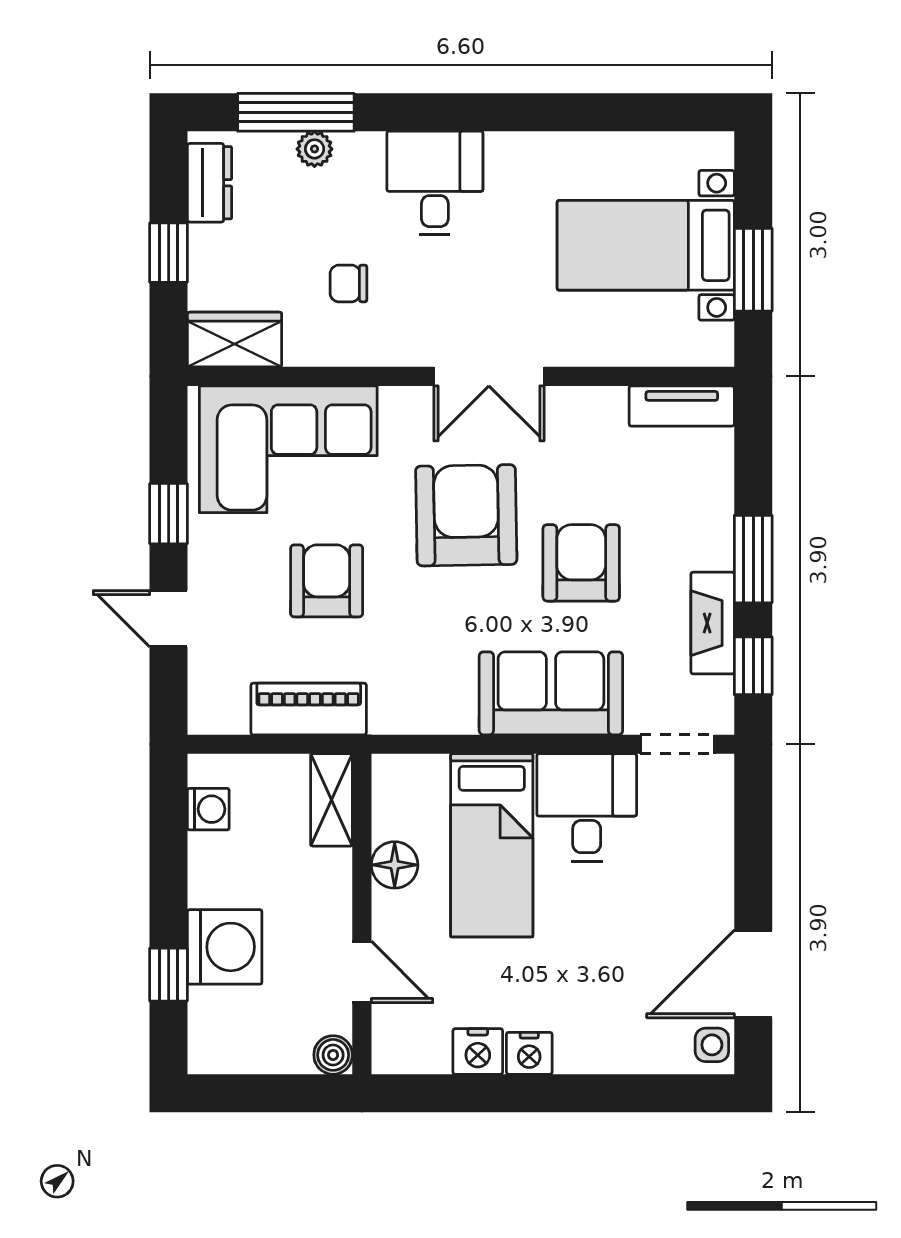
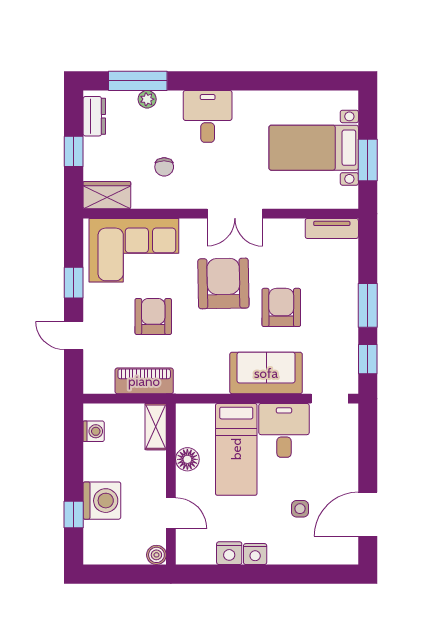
chair: (348, 283) -> (164, 167), turned -90
fireplace: (713, 623) -> (347, 338), removed
side table: (712, 1045) -> (300, 509), moved

